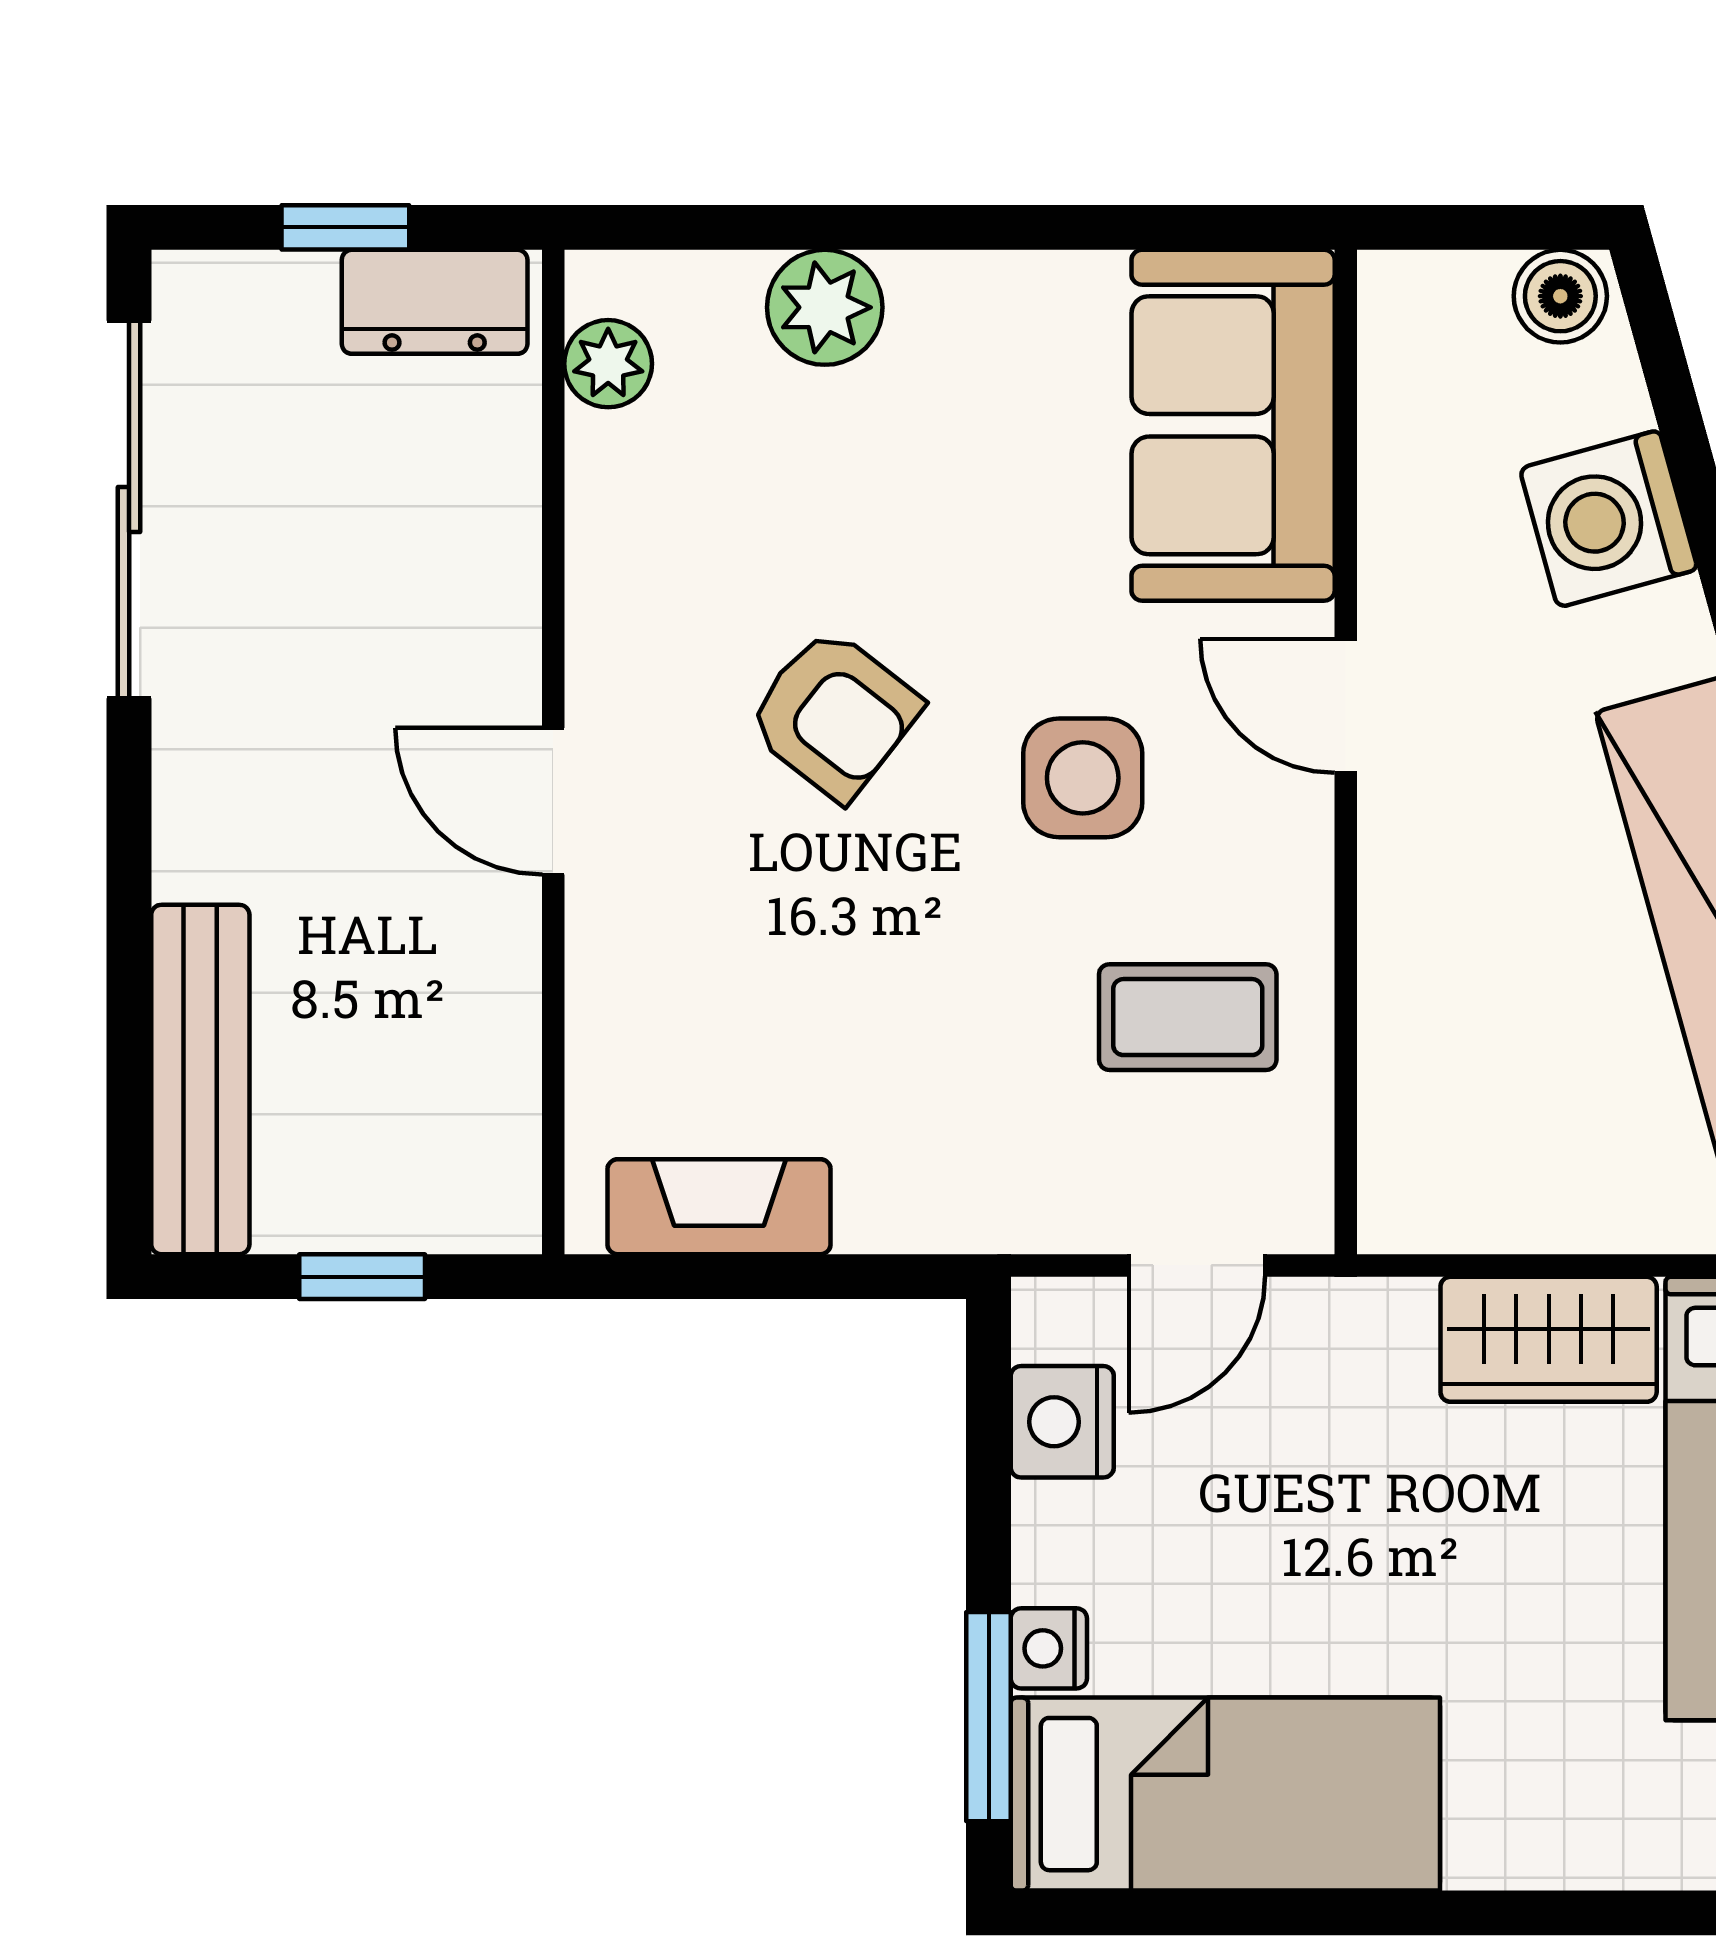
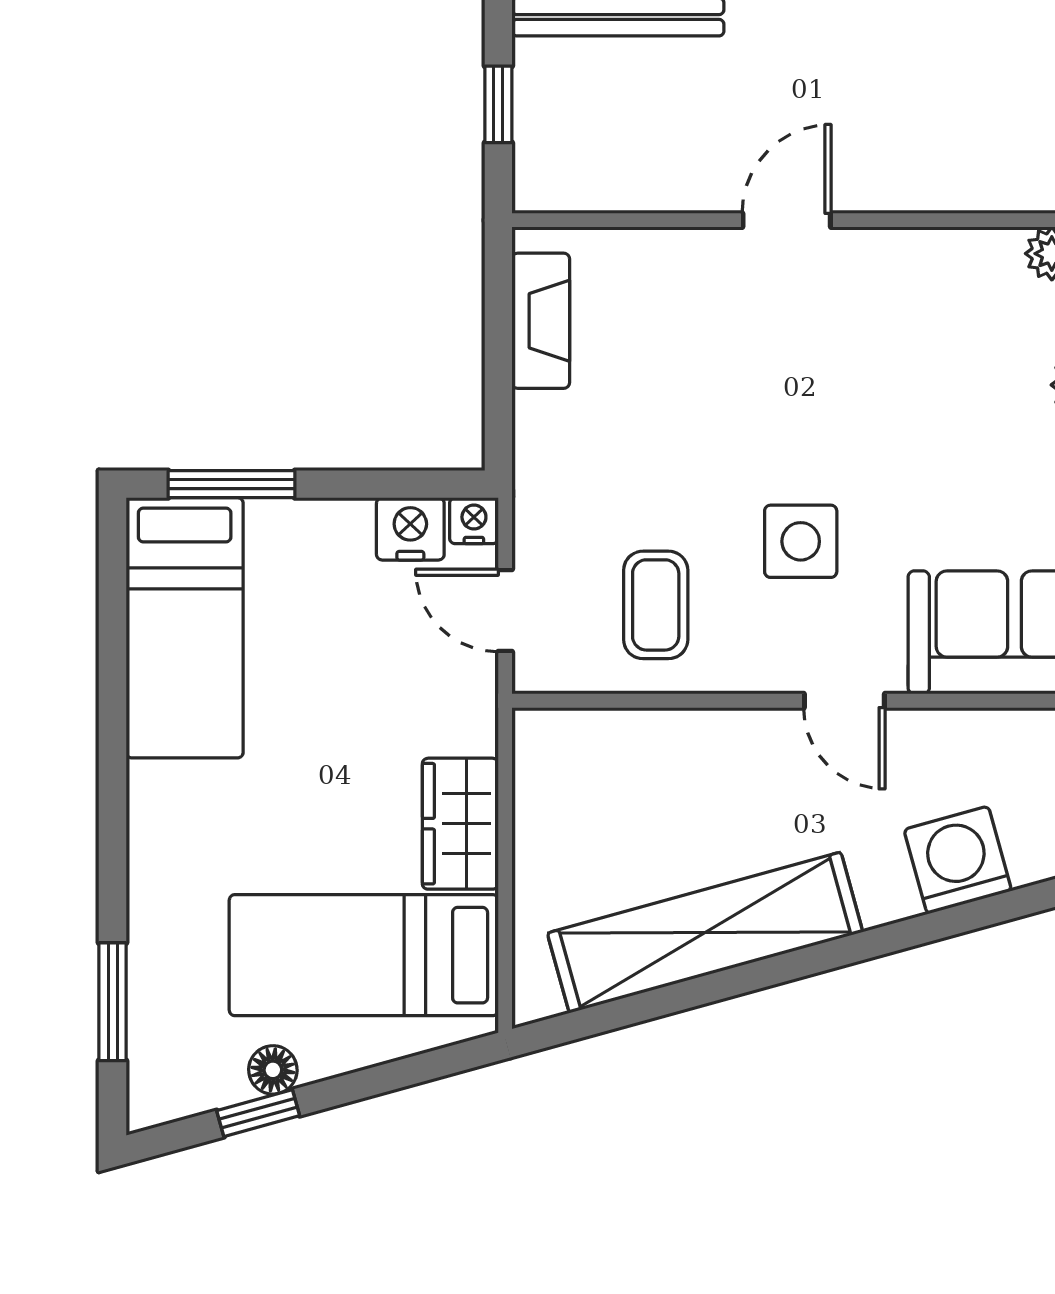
door: (1346, 706) -> (844, 701), swing flipped
armchair: (834, 714) -> (839, 390), removed
nightstand: (1049, 1648) -> (474, 521), moved

